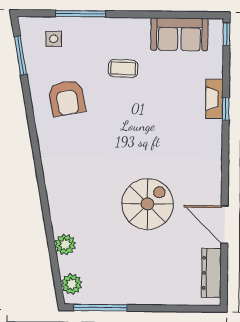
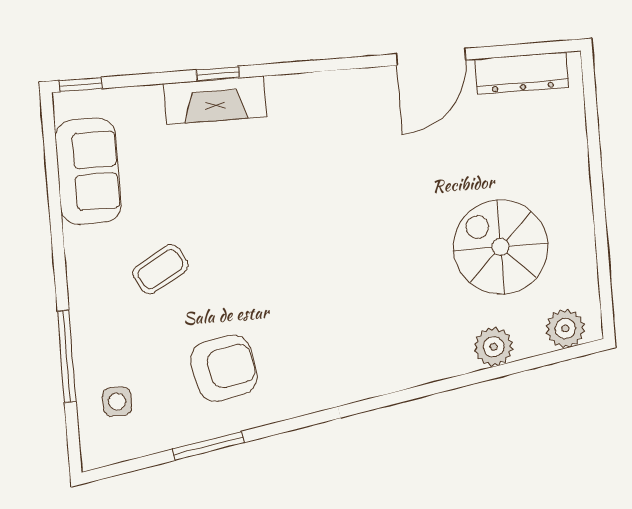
window: (20, 56) -> (208, 446), moved
coffee table: (123, 69) -> (160, 269), turned 58
fireplace: (214, 99) -> (215, 100), width x1.37, depth x1.32
spiral stairs: (147, 204) -> (501, 247), moved
window: (100, 308) -> (604, 272), removed

